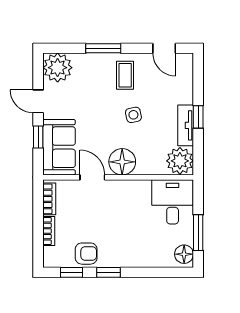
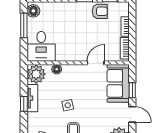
floor lamp: (122, 162) -> (57, 69), moved, width x0.53, depth x0.53
door: (92, 177) -> (96, 63), swing flipped
armchair: (86, 254) -> (100, 11), turned 180

